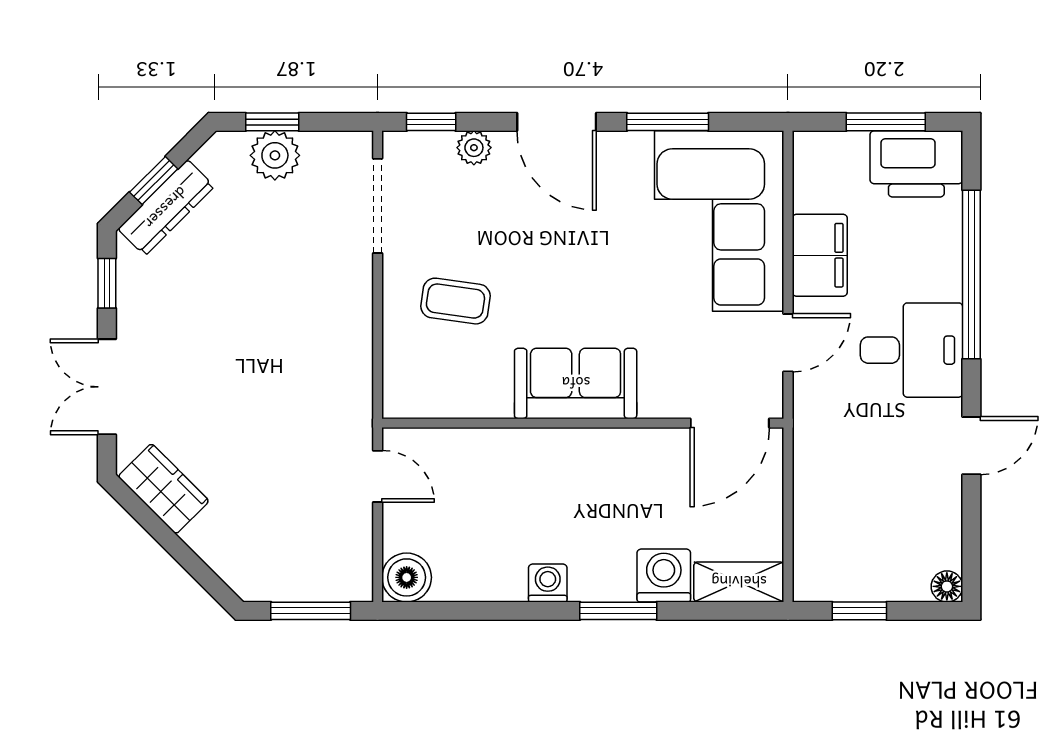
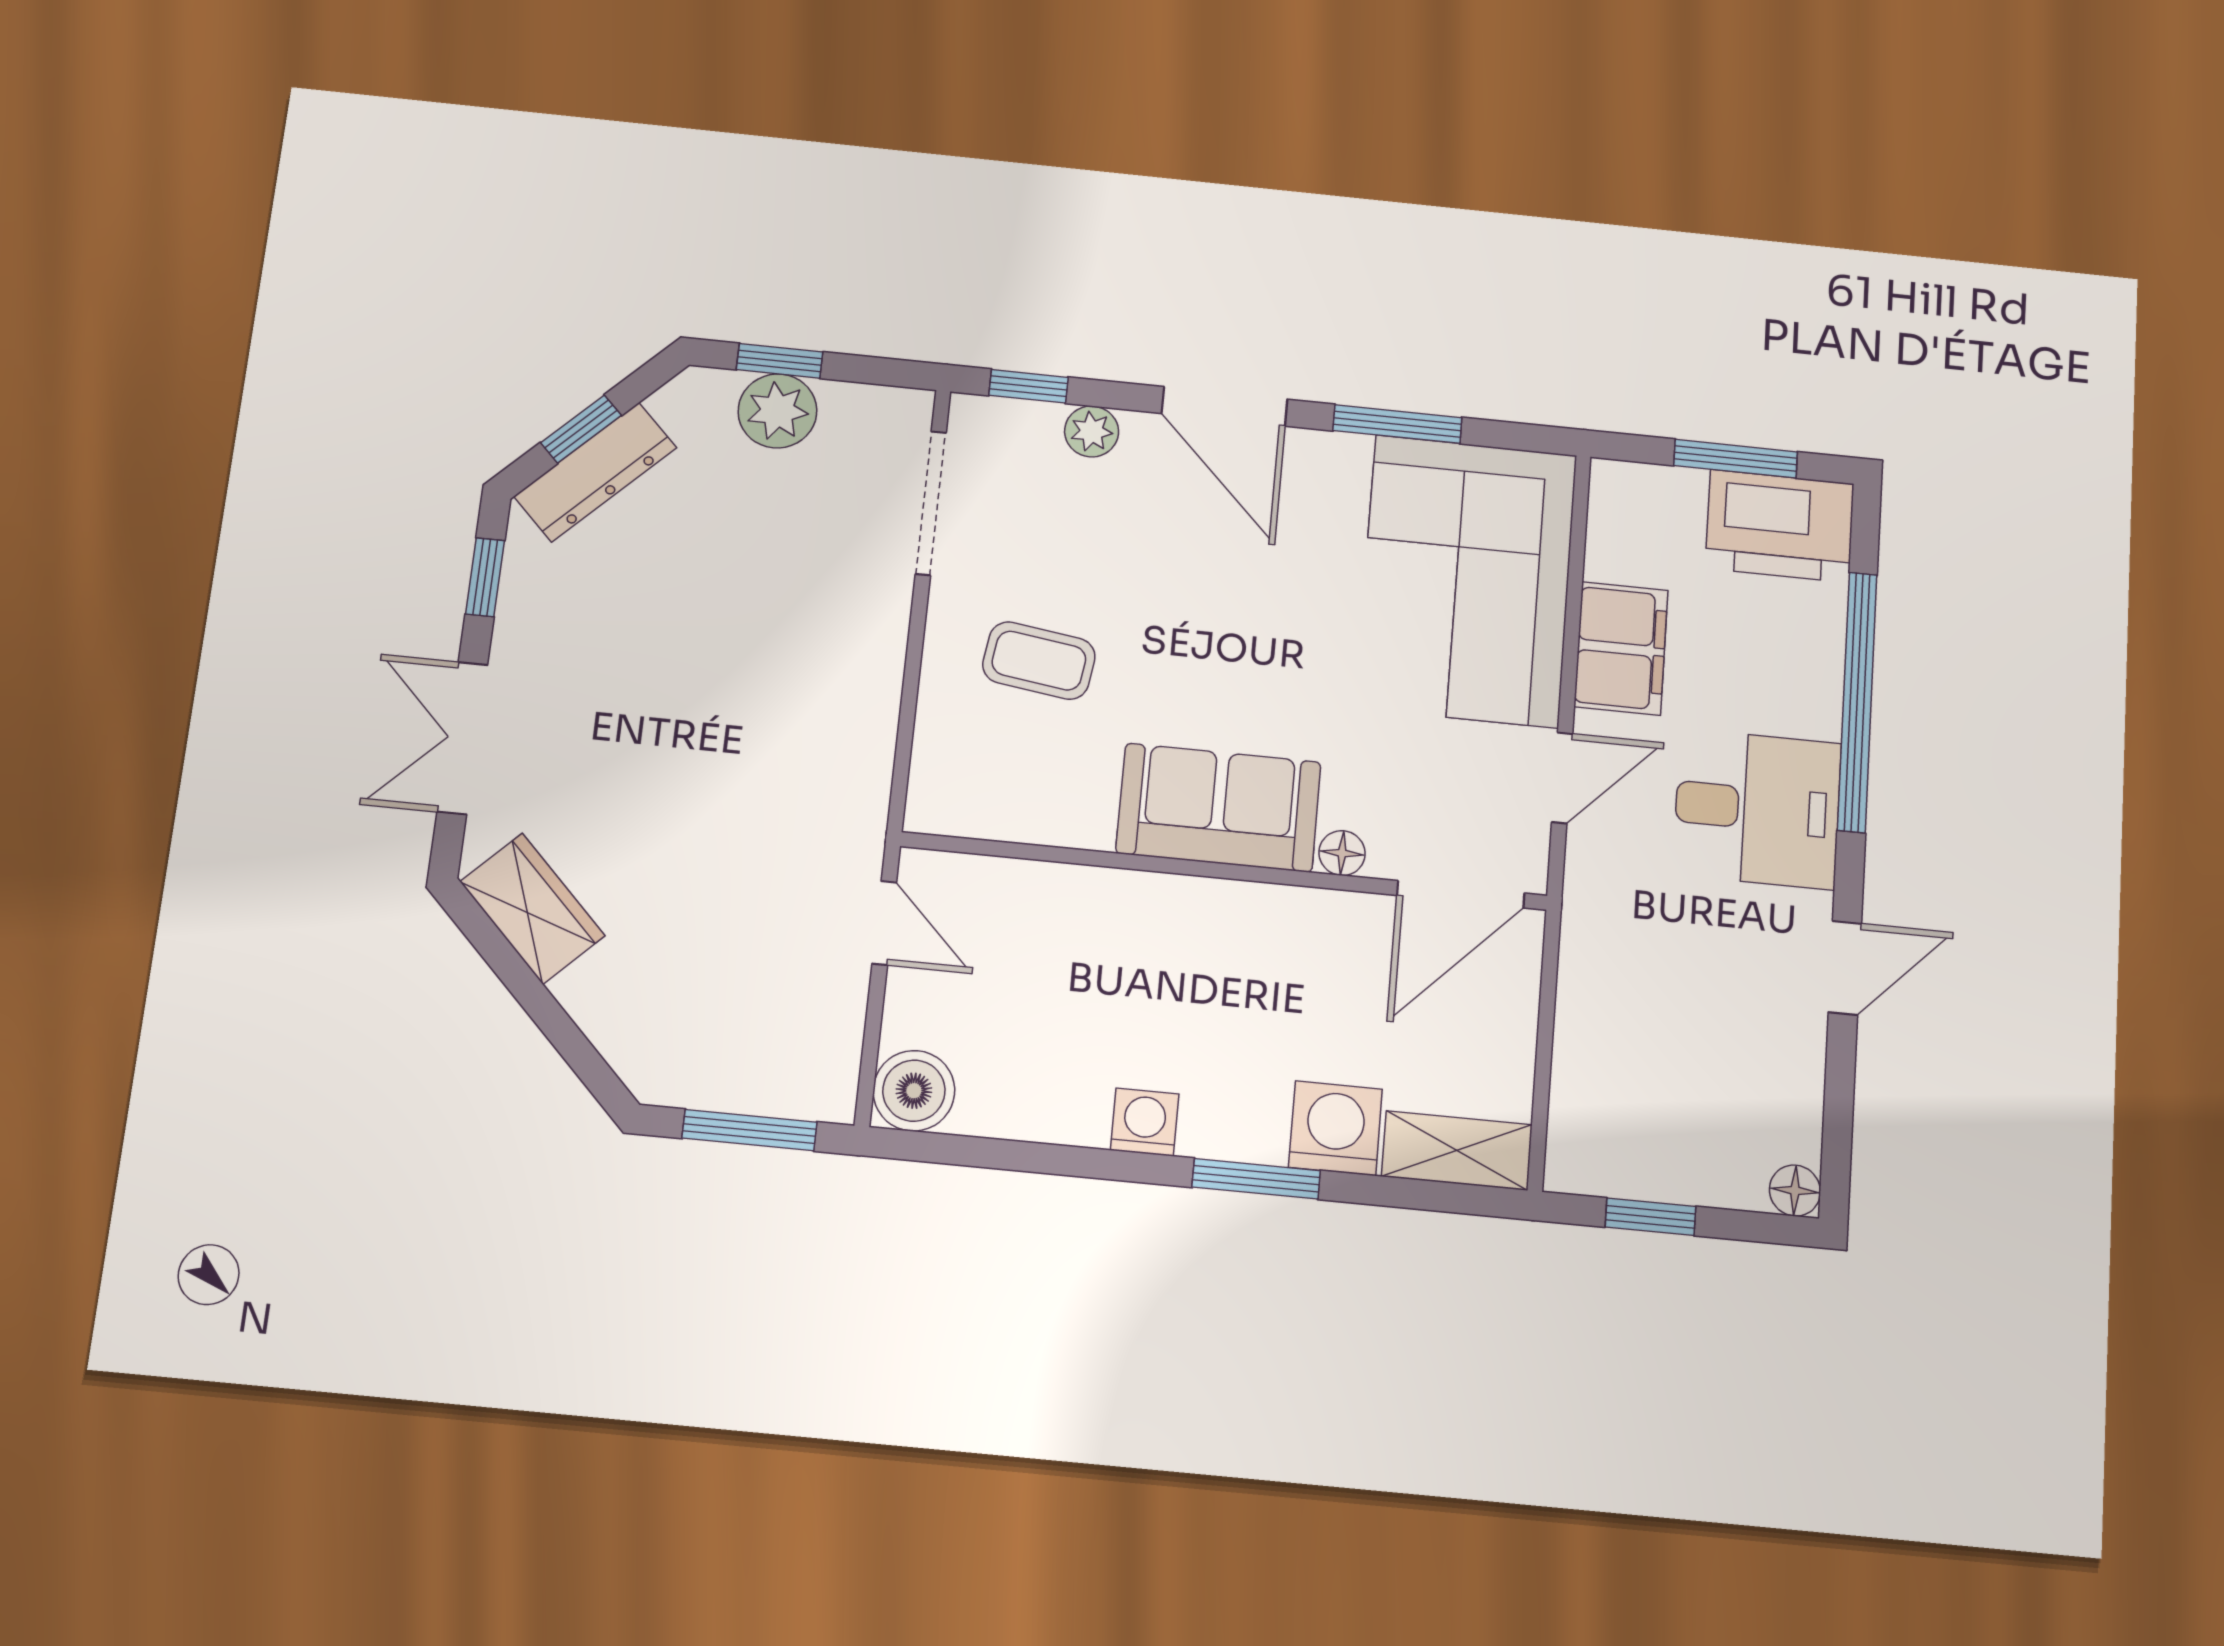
floor lamp: (654, 405) -> (1342, 853), added

